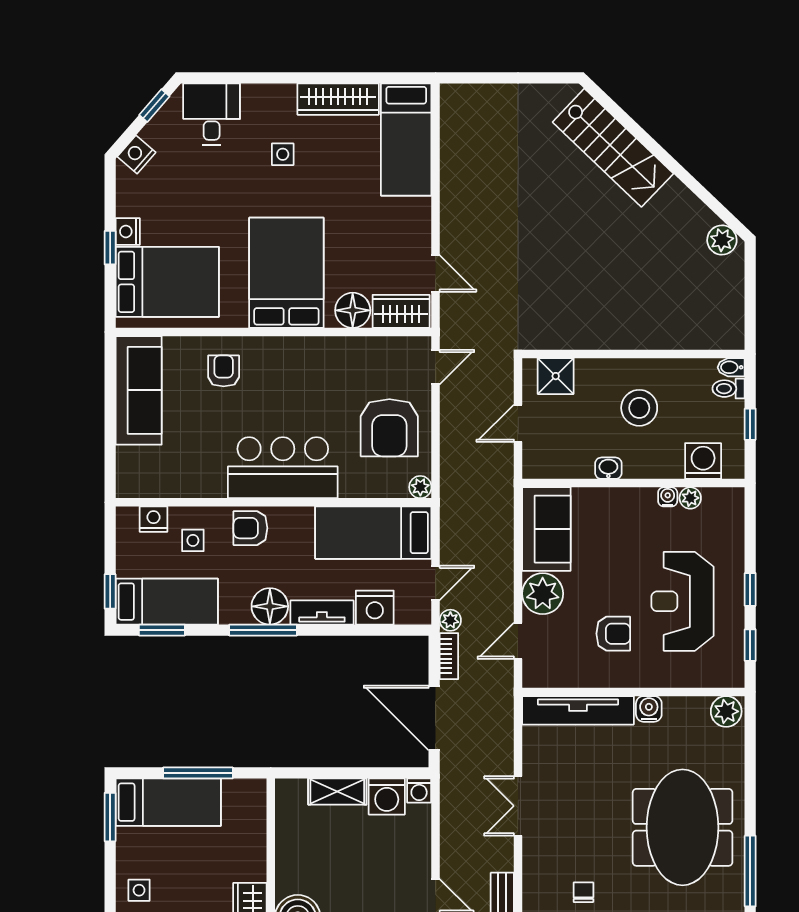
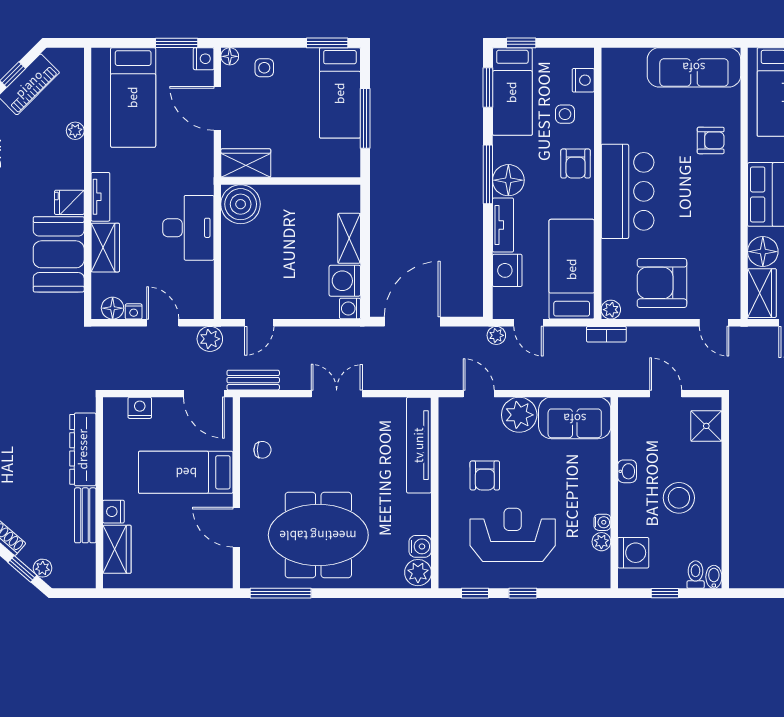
armchair: (250, 528) -> (576, 164), turned 180
bookcase: (449, 656) -> (606, 334), moved
water cooler: (649, 709) -> (420, 546), moved

